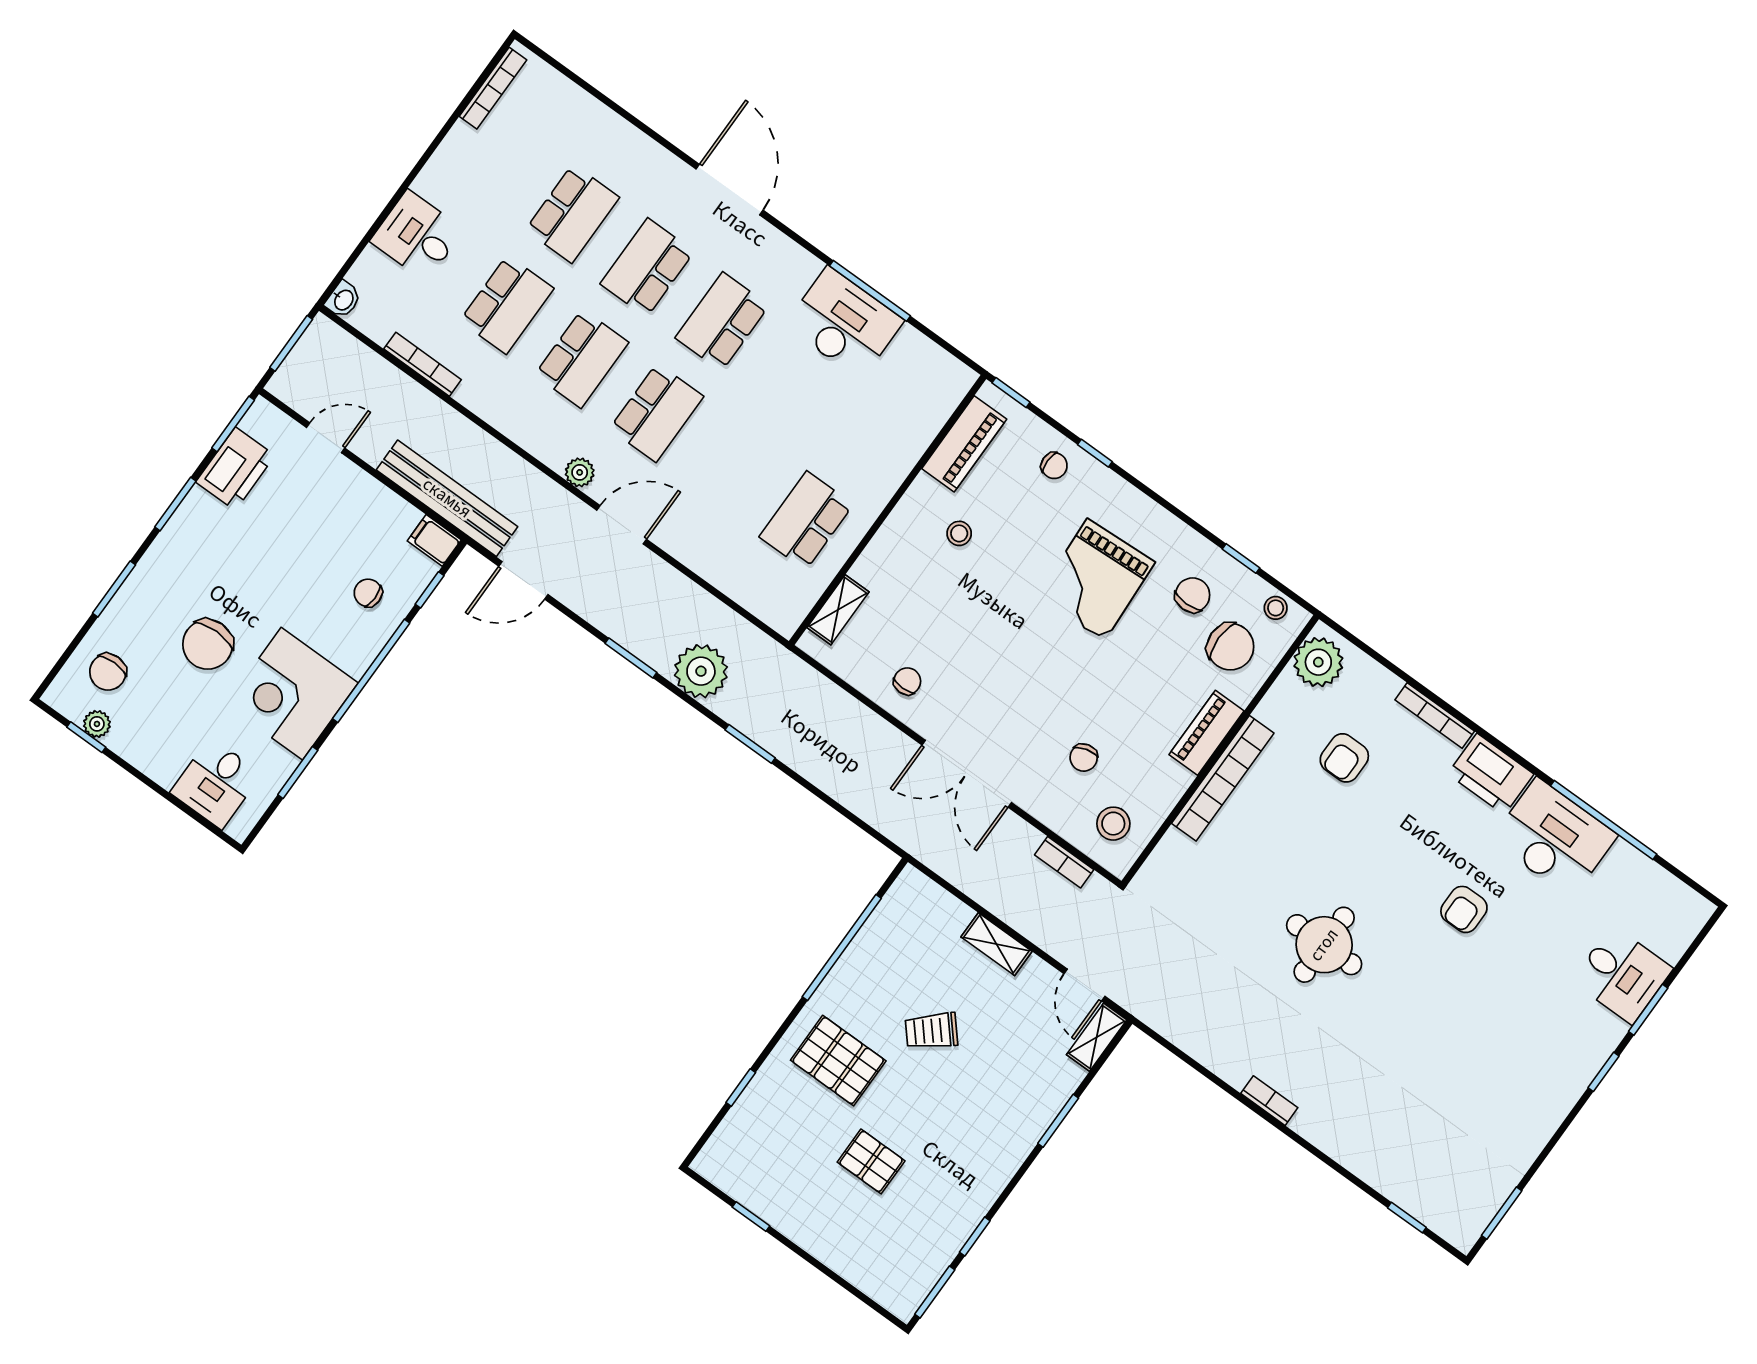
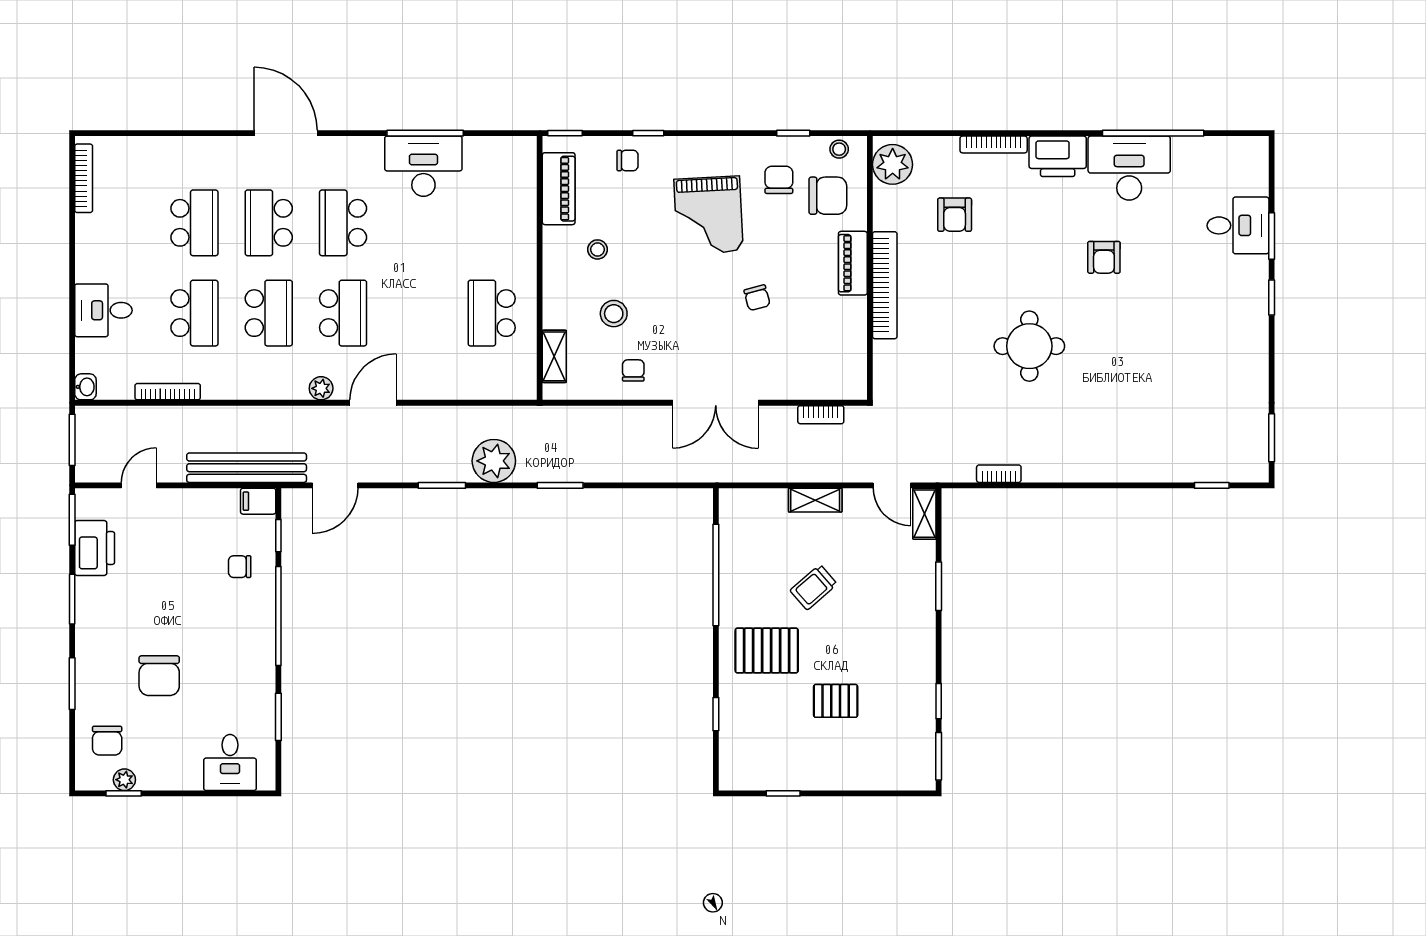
corner desk: (292, 694) -> (237, 668), removed
chair: (1084, 758) -> (757, 298), moved
stool: (1113, 824) -> (614, 314), moved
bookcase: (1269, 1101) -> (999, 474), moved

